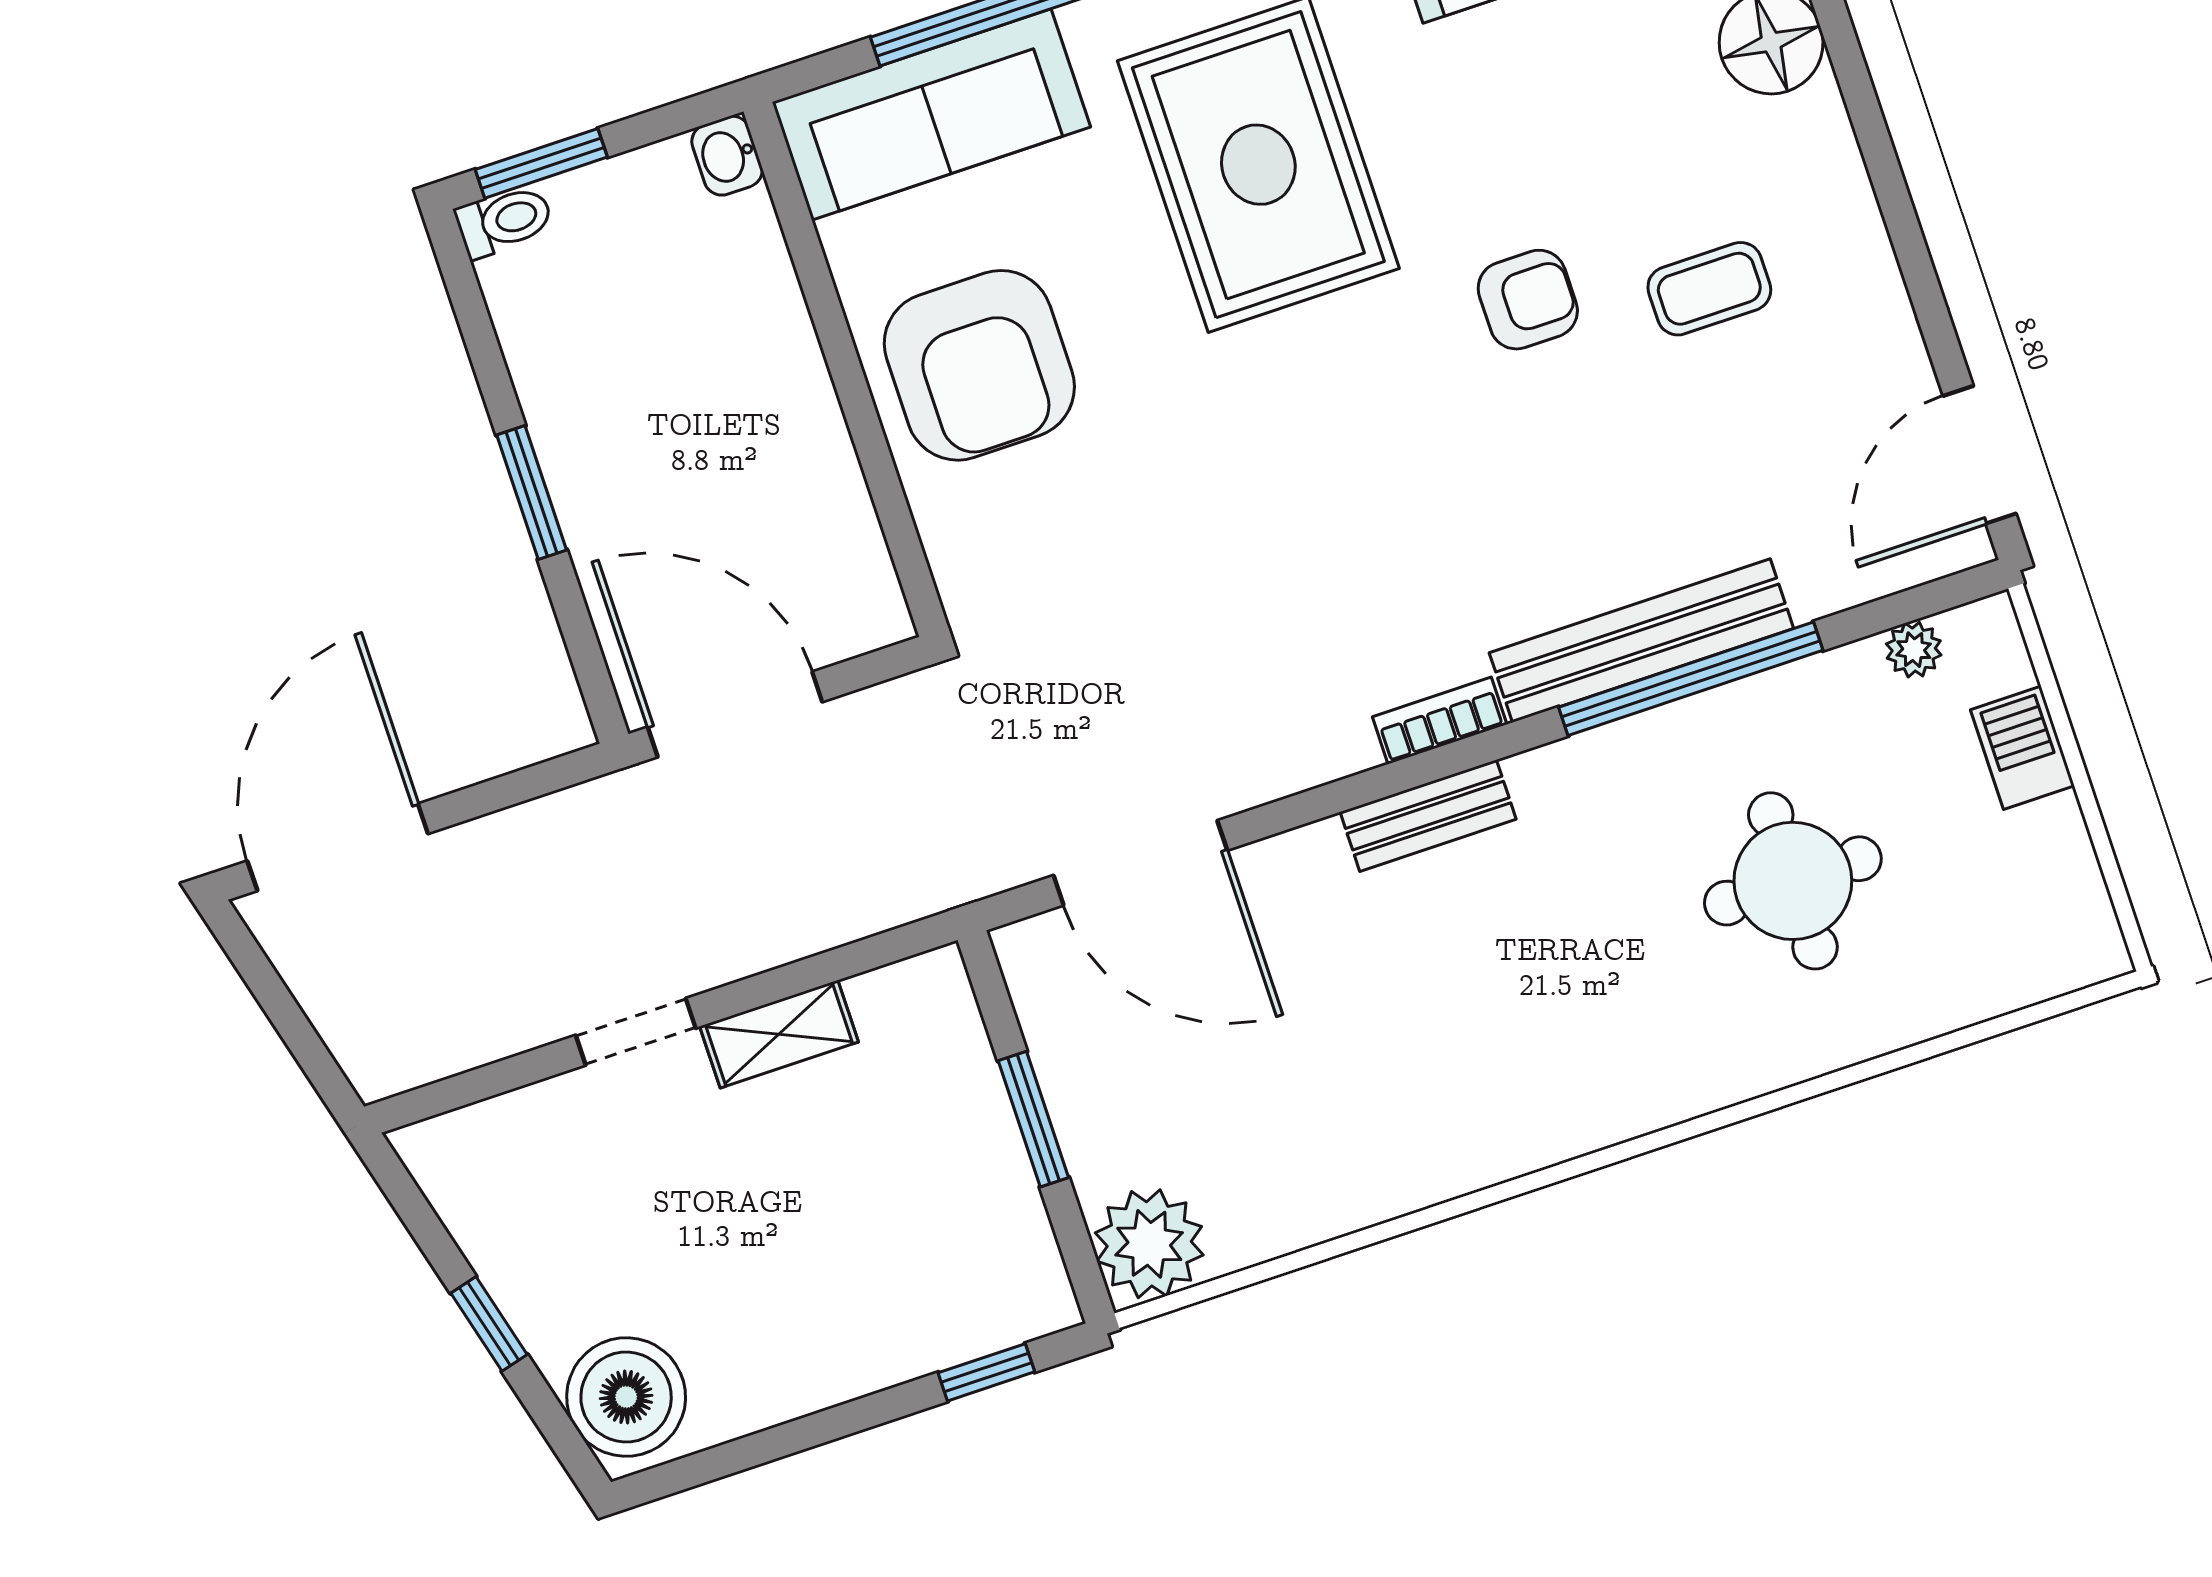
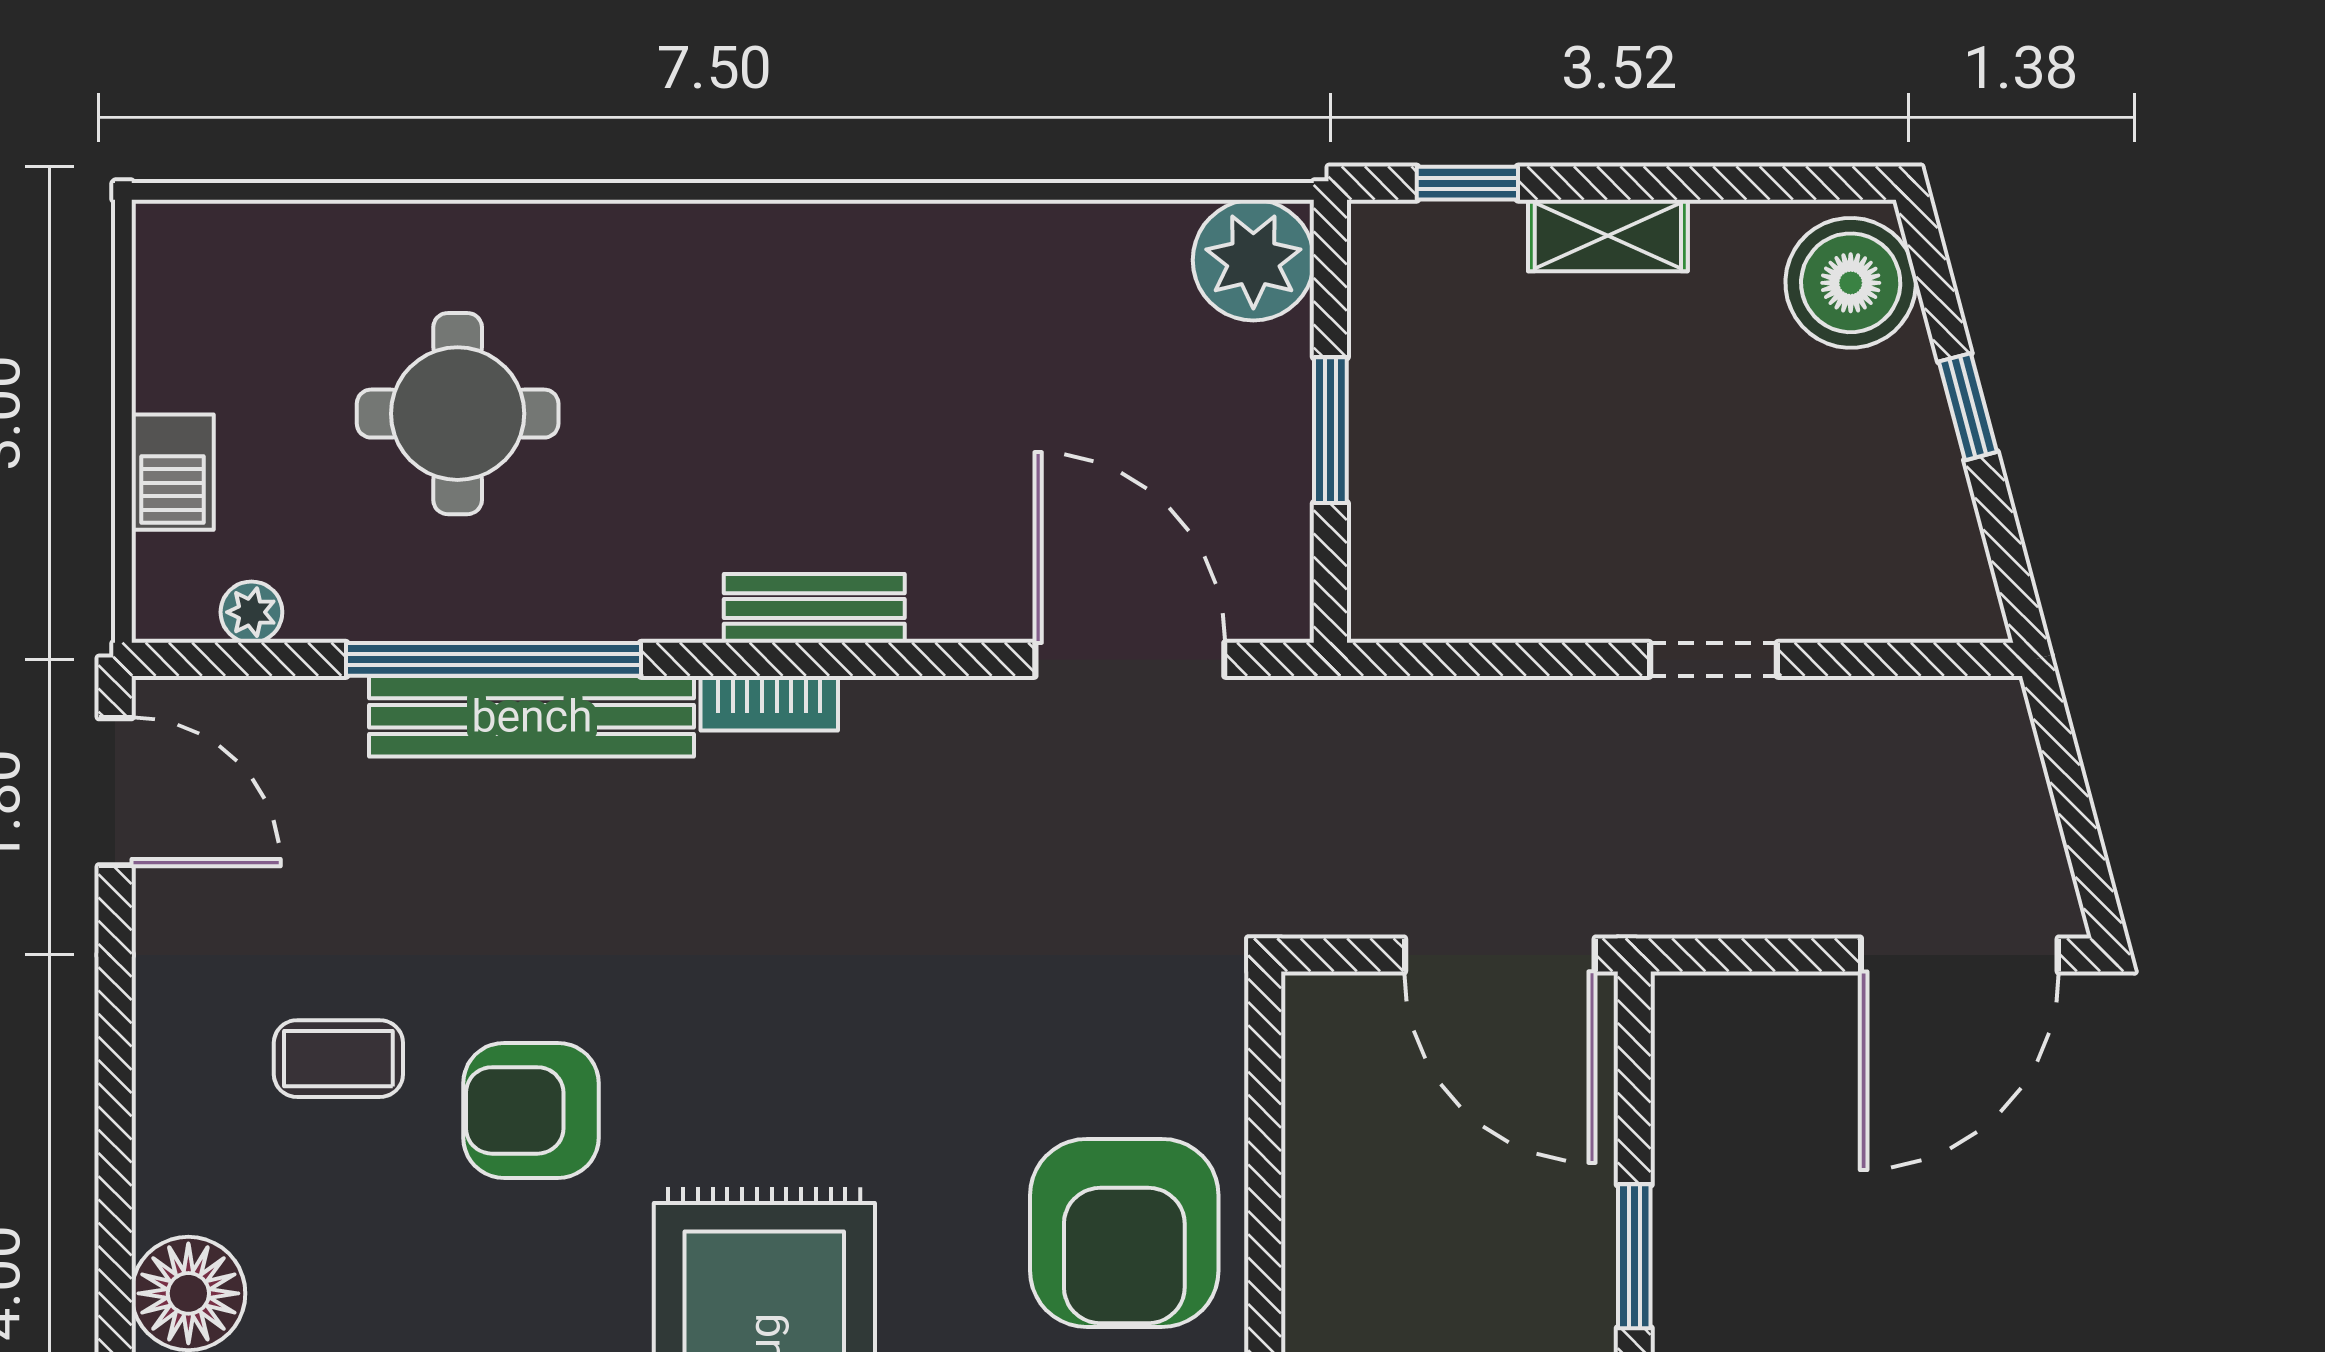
armchair: (1528, 300) -> (531, 1110), width x1.38, depth x1.38
armchair: (979, 365) -> (1124, 1233), turned 180
door: (1980, 455) -> (115, 792), hinge flipped
shelving: (779, 1034) -> (1608, 235), moved

